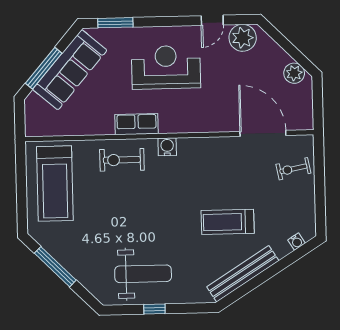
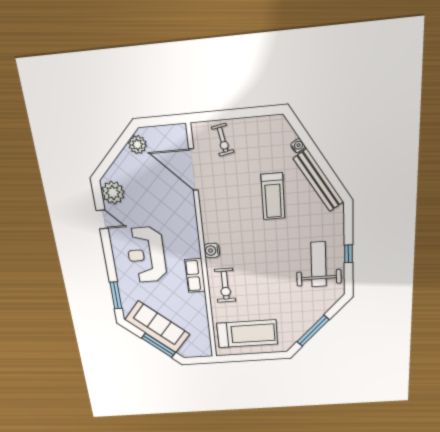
door: (263, 133) -> (193, 170), hinge flipped
water cooler: (296, 242) -> (298, 146), moved

